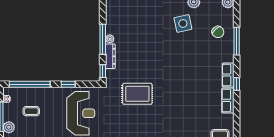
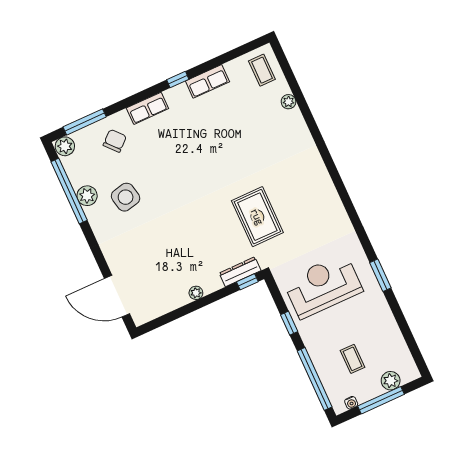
window: (103, 39) -> (201, 303), removed
window: (237, 41) -> (85, 122), moved
dresser: (110, 56) -> (240, 272), moved
row of seats: (228, 75) -> (147, 108), moved

